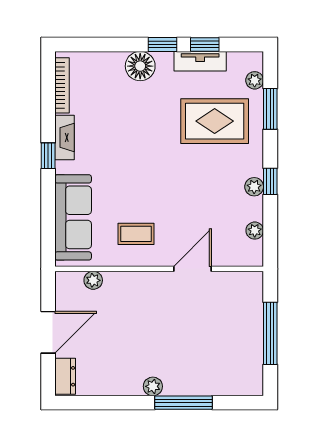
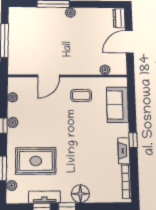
sofa: (73, 217) -> (117, 105), width x0.73

